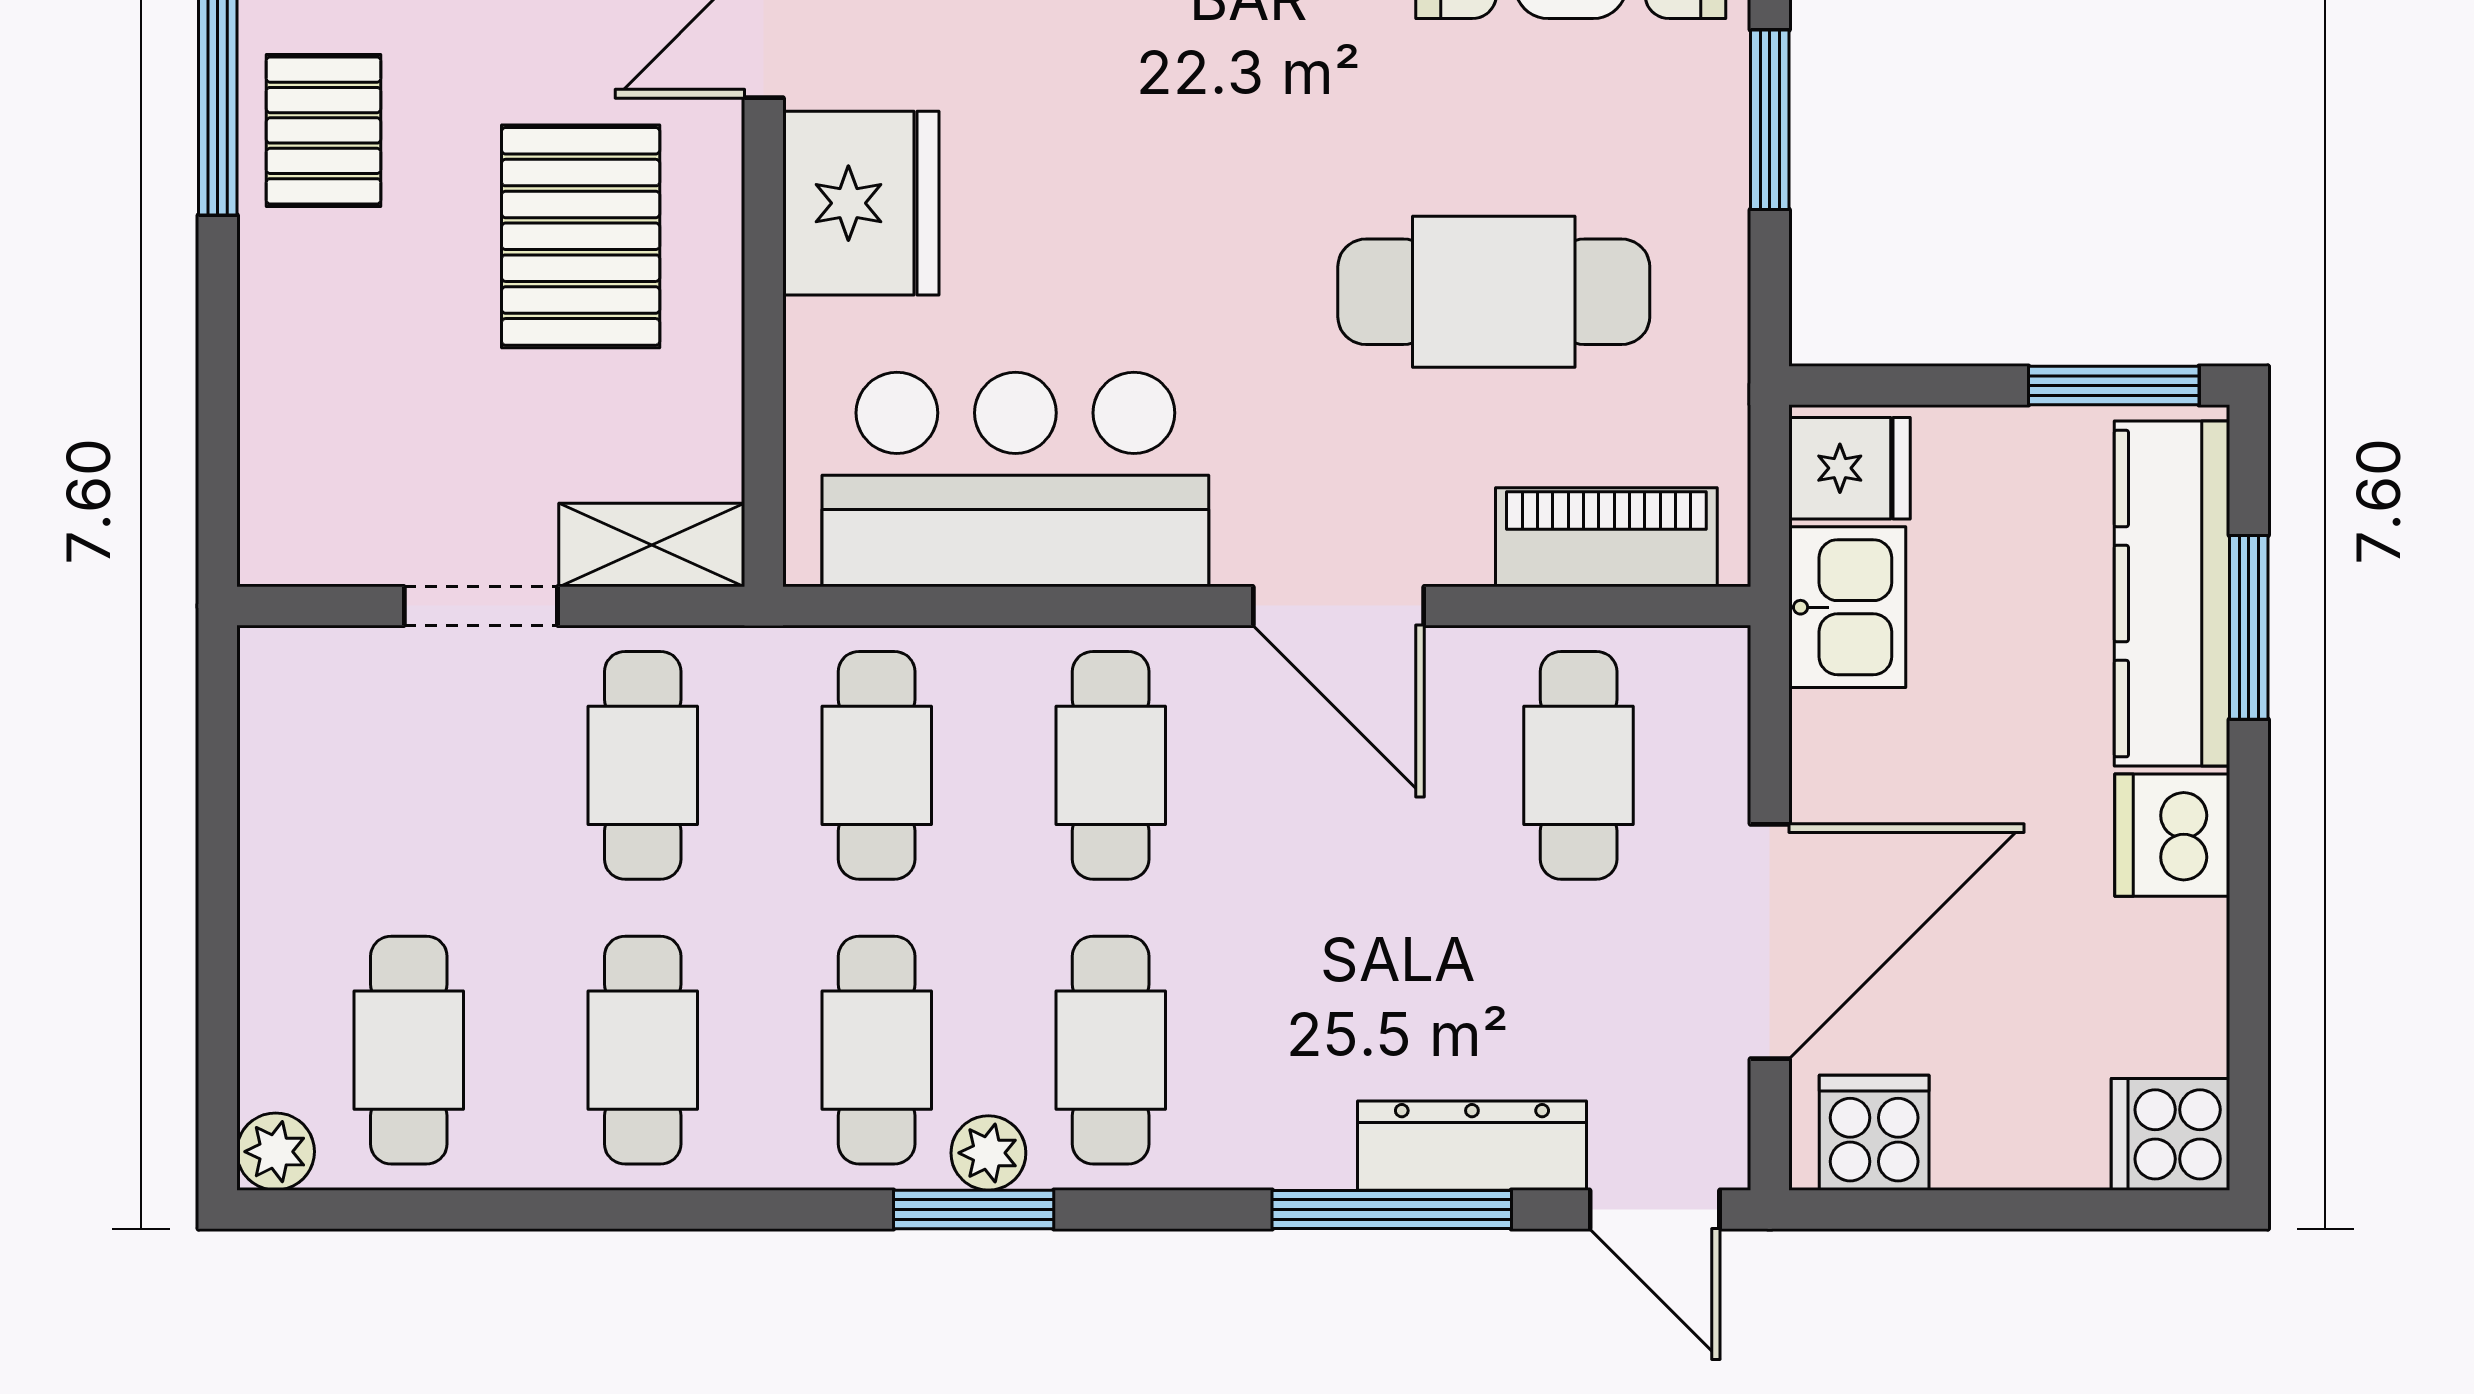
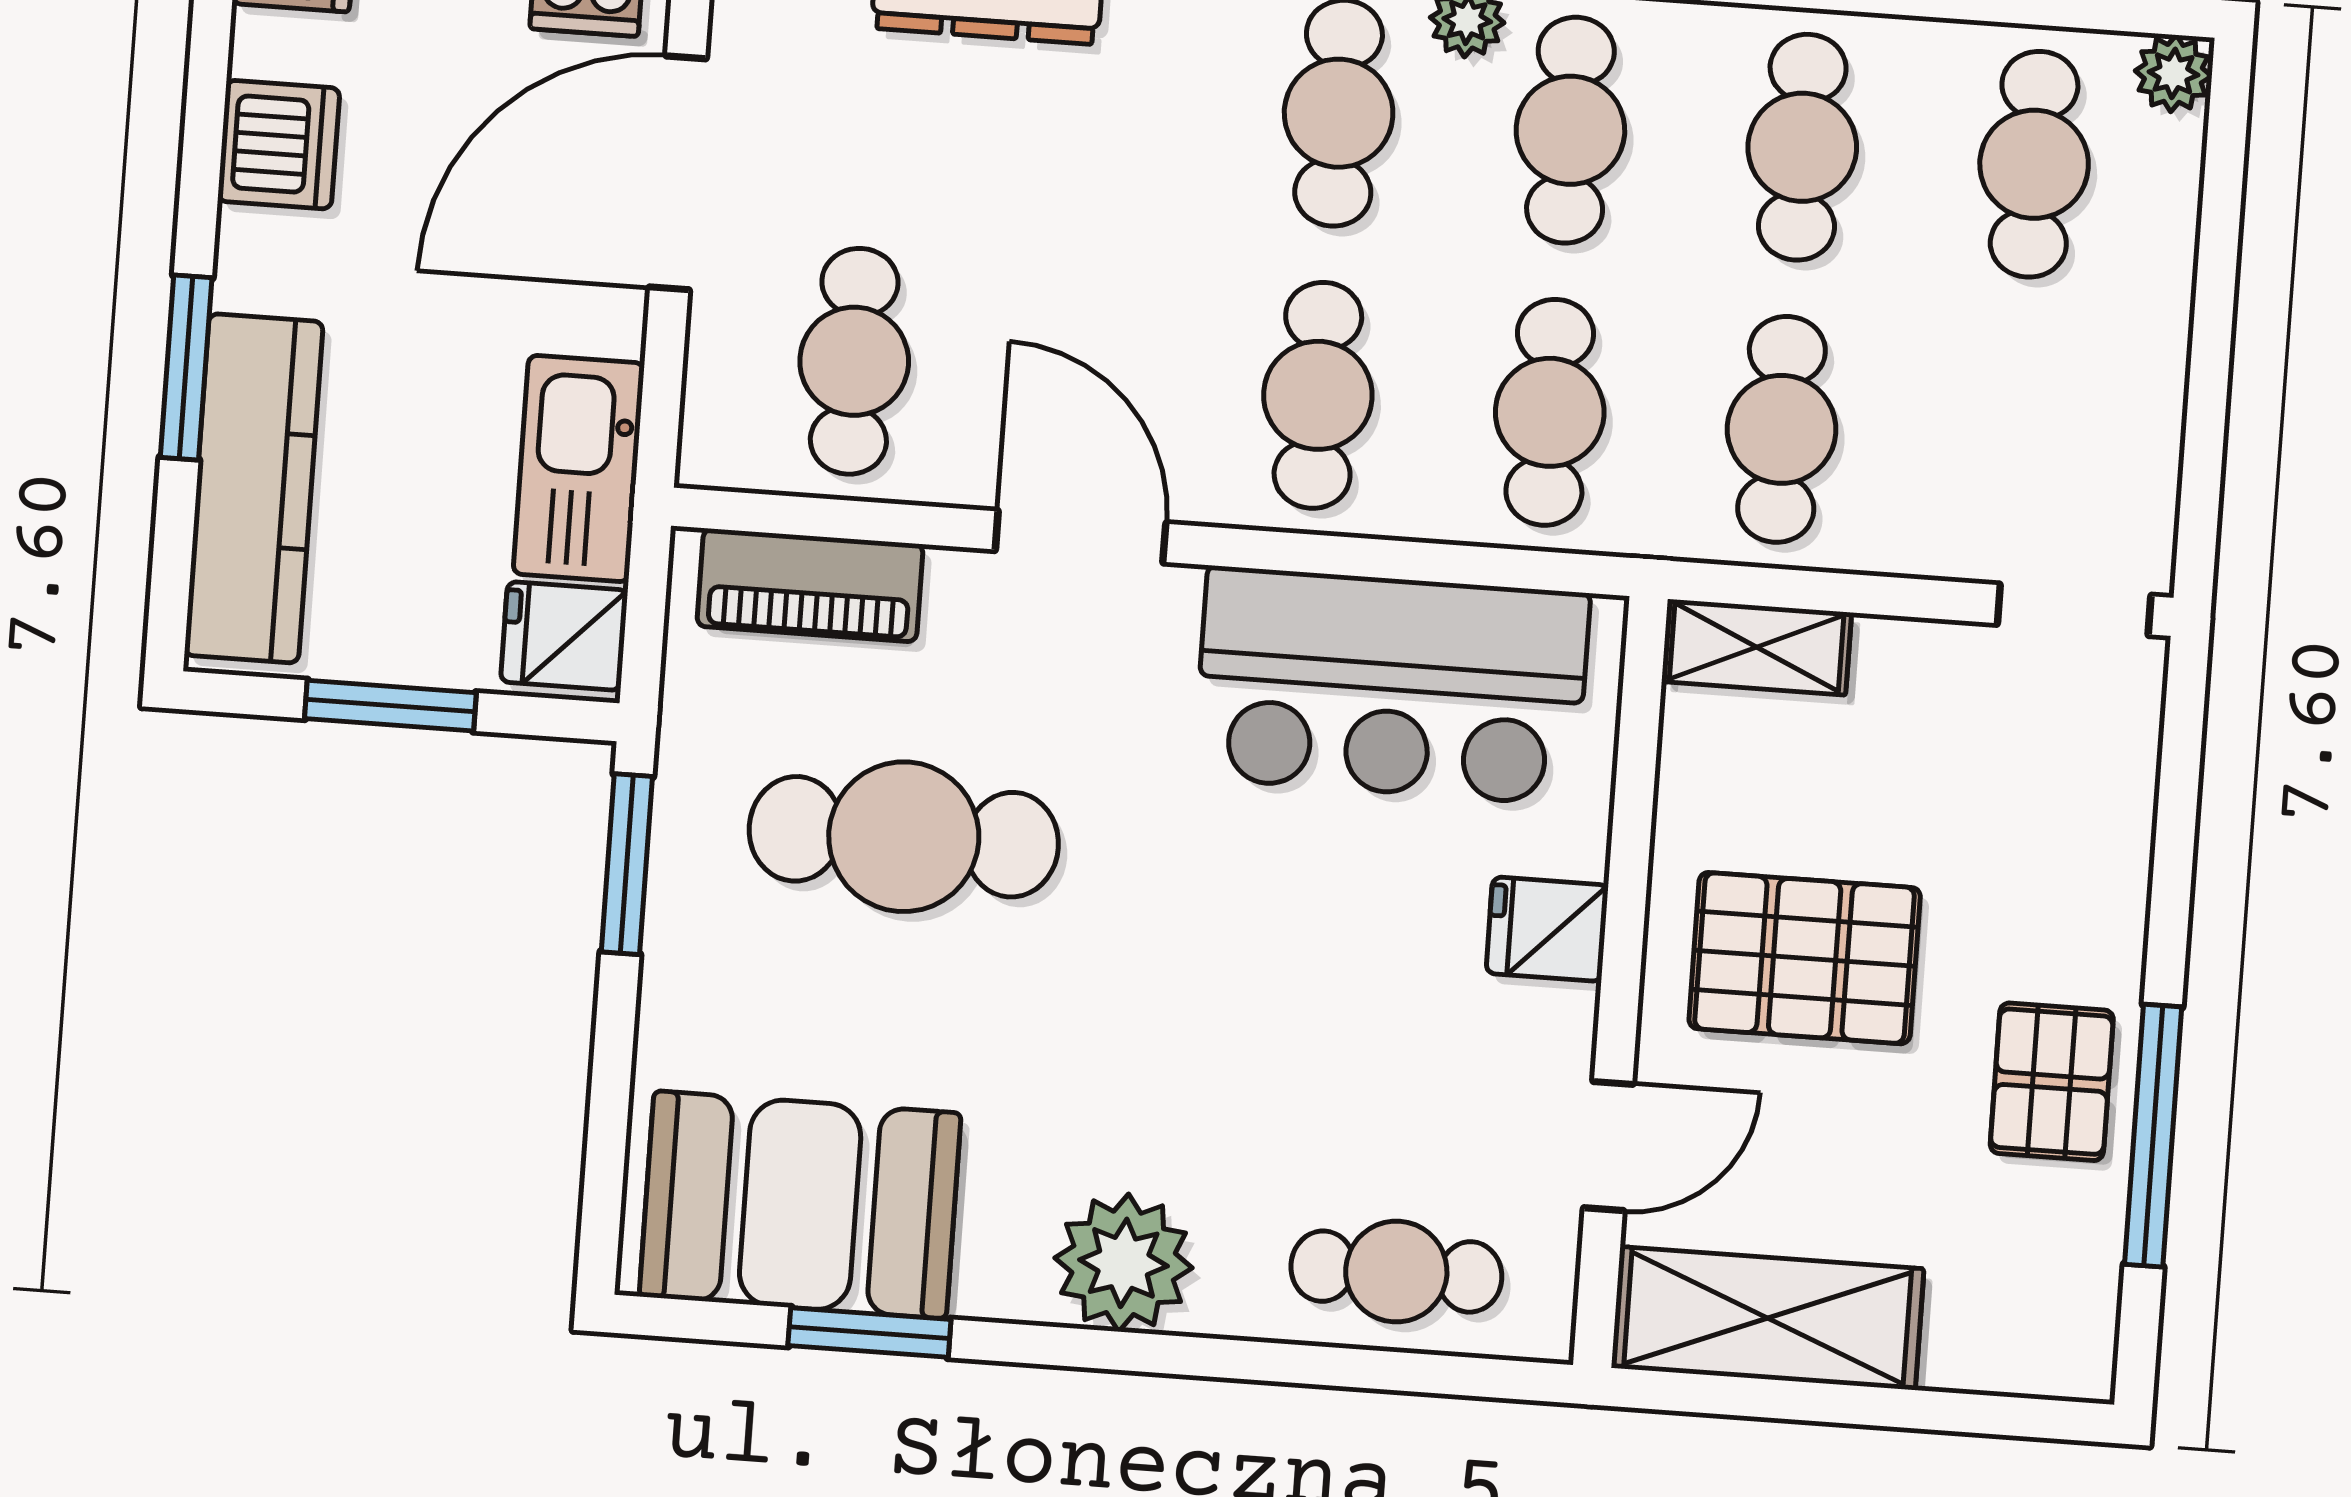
window: (1770, 120) -> (627, 864), moved
fridge: (861, 203) -> (1547, 929), width x0.53, depth x0.75
pallet: (581, 236) -> (1805, 958), turned 90
window: (2114, 386) -> (390, 706), moved
doorway: (481, 606) -> (2074, 610), moved
kitchen sink: (1847, 607) -> (579, 469), width x1.38
window: (2249, 627) -> (186, 368), moved
dishwasher: (2172, 835) -> (279, 145), moved

